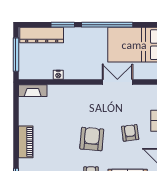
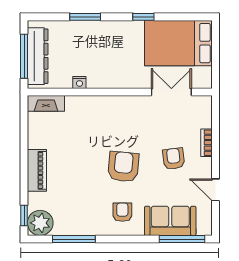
window: (107, 25) -> (143, 17), width x0.32
dresser: (42, 35) -> (38, 56), moved, turned -90
double door: (117, 82) -> (171, 92), moved

